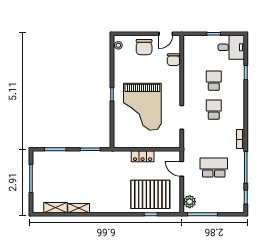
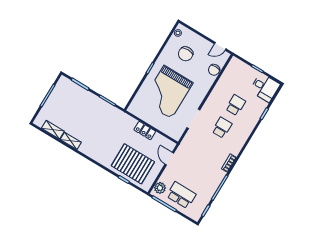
chair: (144, 47) -> (186, 54), moved
school desk: (214, 168) -> (181, 195), moved

